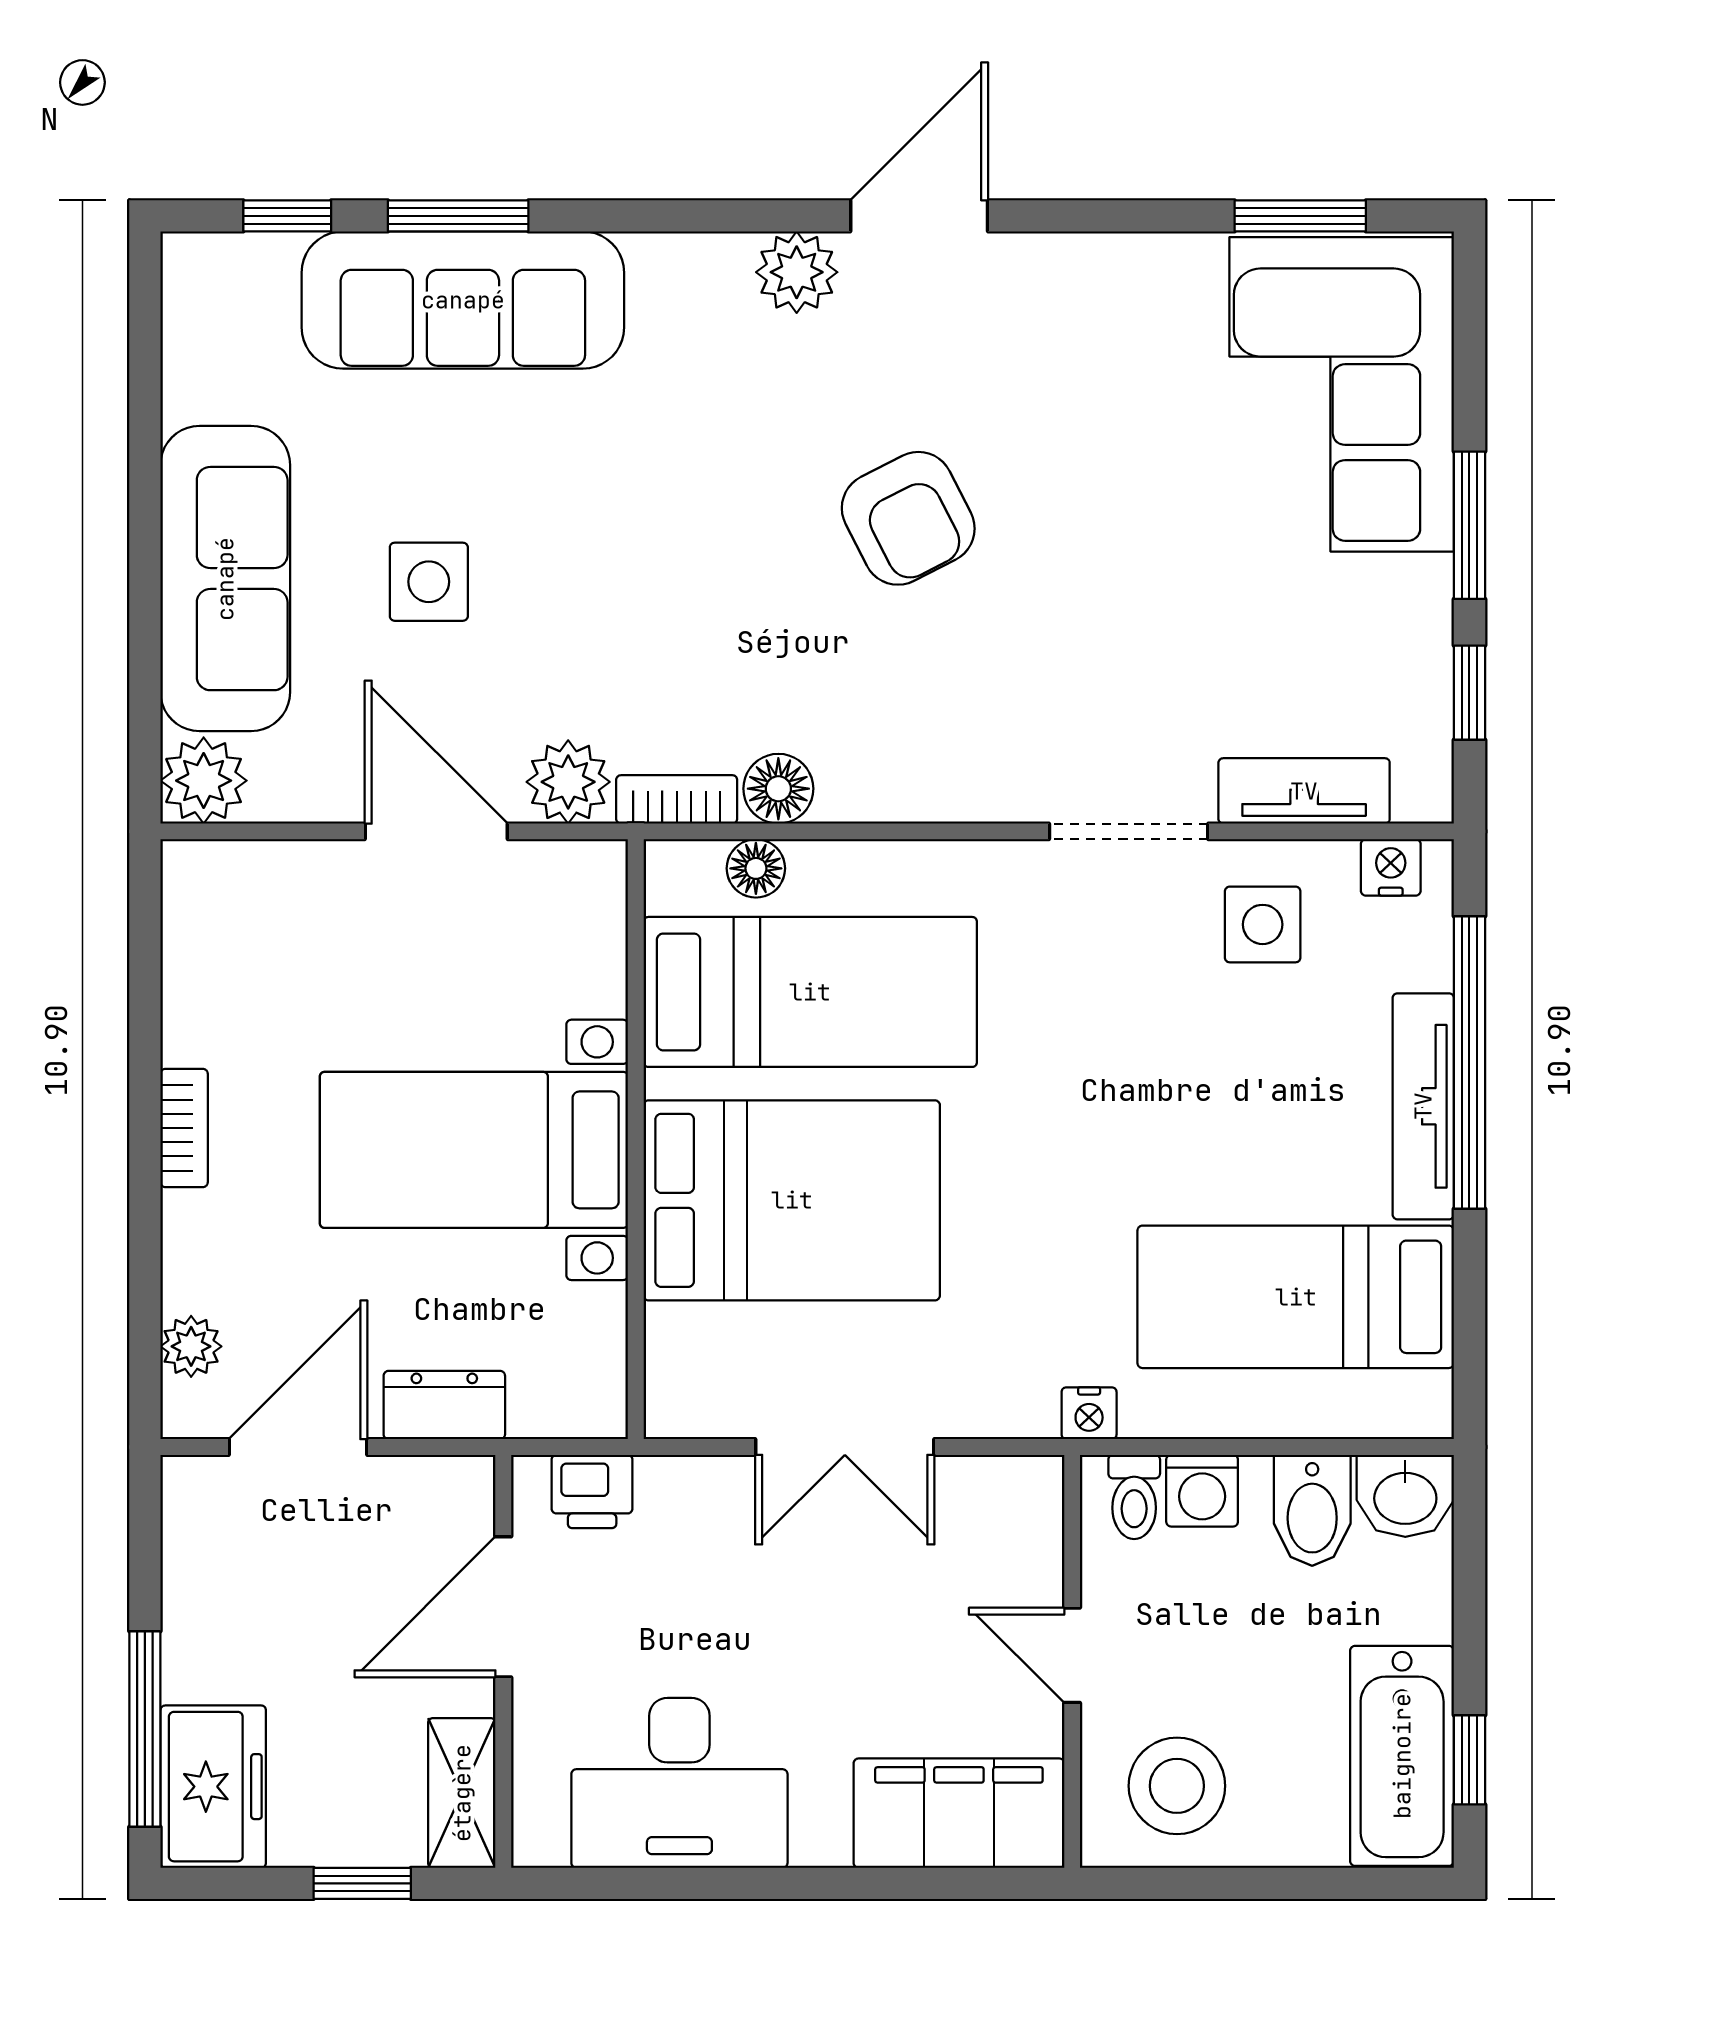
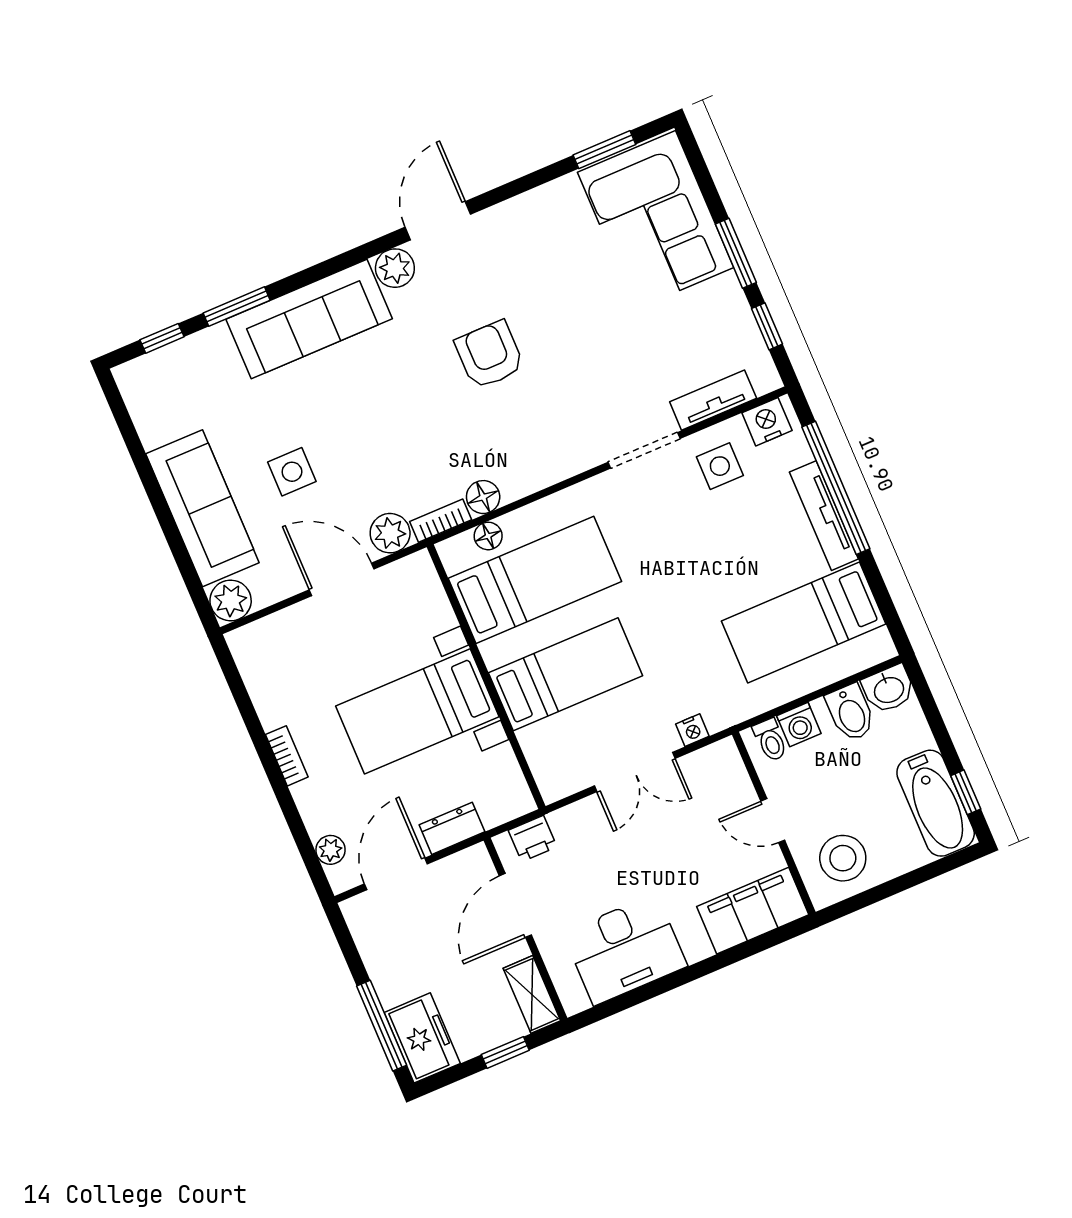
sofa: (463, 300) -> (309, 319), moved
armchair: (908, 518) -> (489, 355), turned -153
nightstand: (1391, 867) -> (767, 422), width x1.39, depth x1.35
bed: (792, 1200) -> (566, 674), width x0.67
nightstand: (1089, 1413) -> (692, 730), moved

